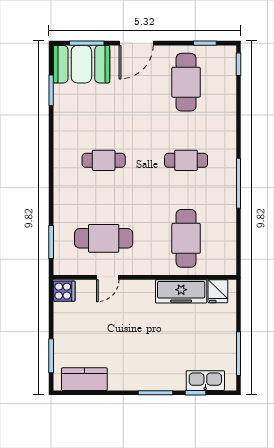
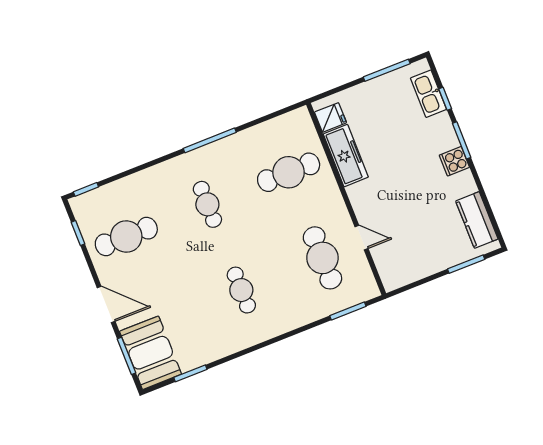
cooker: (64, 291) -> (454, 161), moved, turned -90

